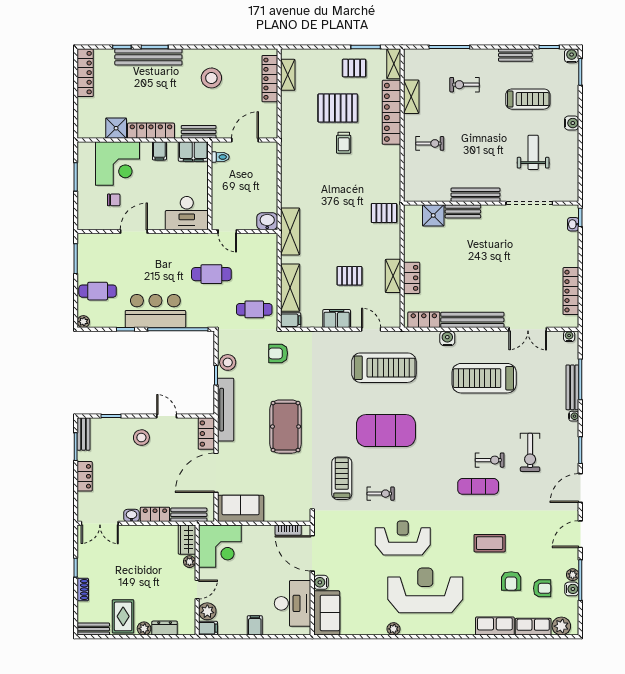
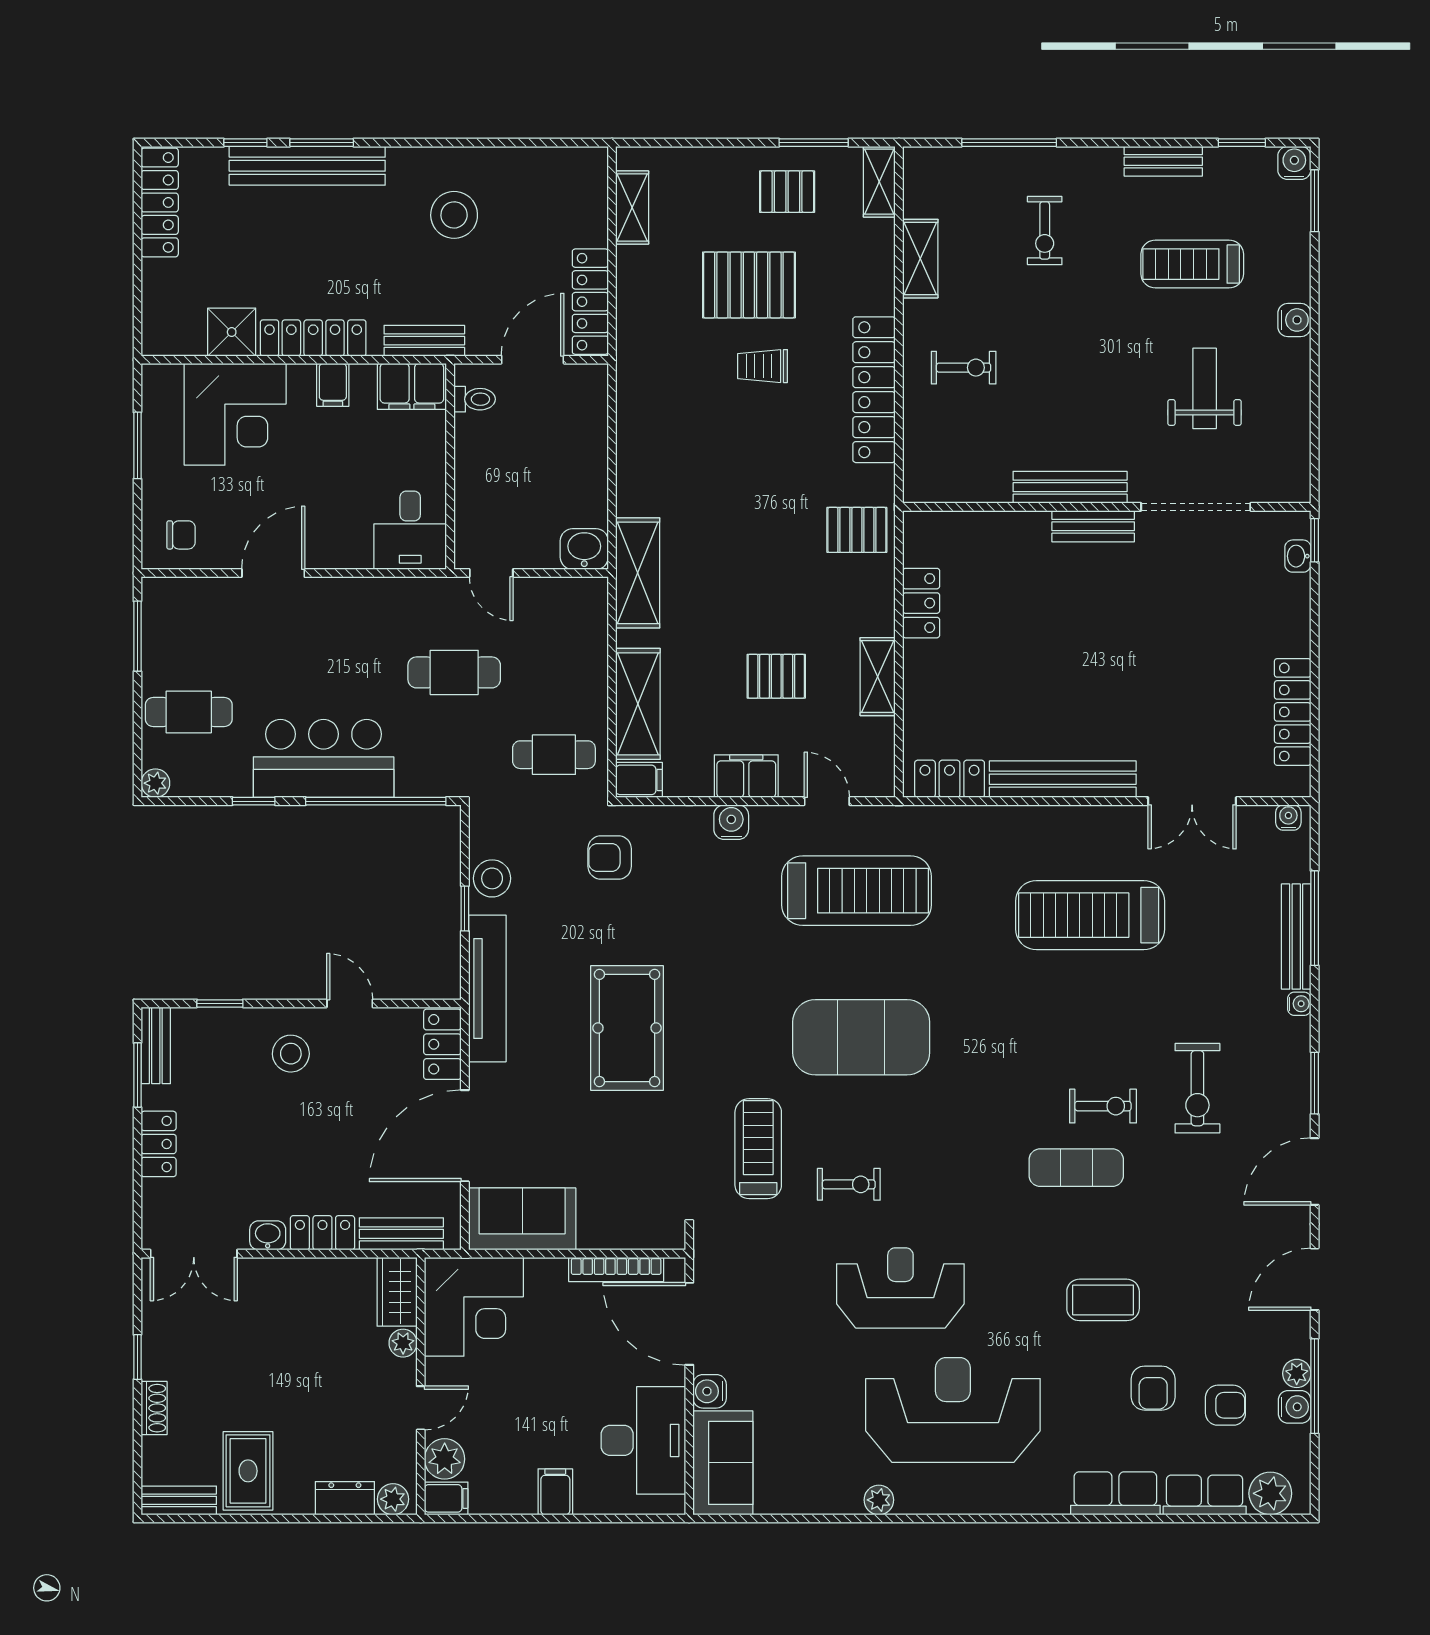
locker: (270, 79) -> (590, 302), moved
exercise bike: (465, 85) -> (1045, 231), turned -90
treadmill: (528, 99) -> (1192, 264), turned 180
locker: (391, 112) -> (874, 390), moved
trolley: (344, 143) -> (763, 366), turned 90
chair: (114, 200) -> (181, 535), moved
bench: (463, 211) -> (1093, 526), moved
desk: (187, 213) -> (410, 530), width x0.73
shower: (433, 215) -> (972, 535), removed
locker: (412, 278) -> (921, 603), moved
water cooler: (447, 338) -> (731, 822), moved
bookcase: (288, 530) -> (616, 1269), width x1.56
plant: (144, 629) -> (393, 1499), moved

